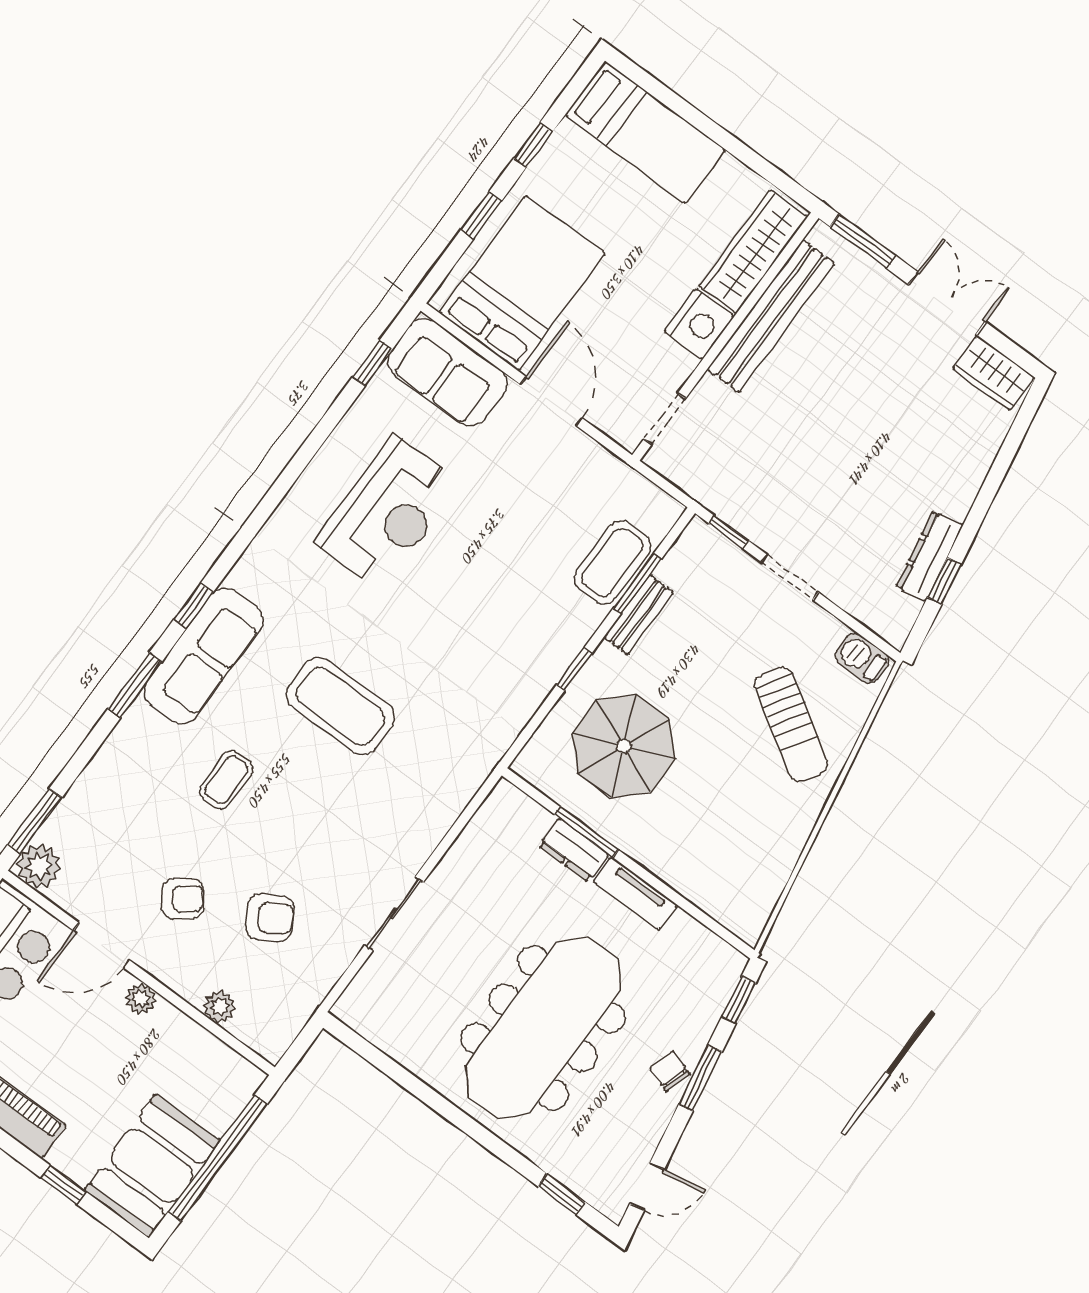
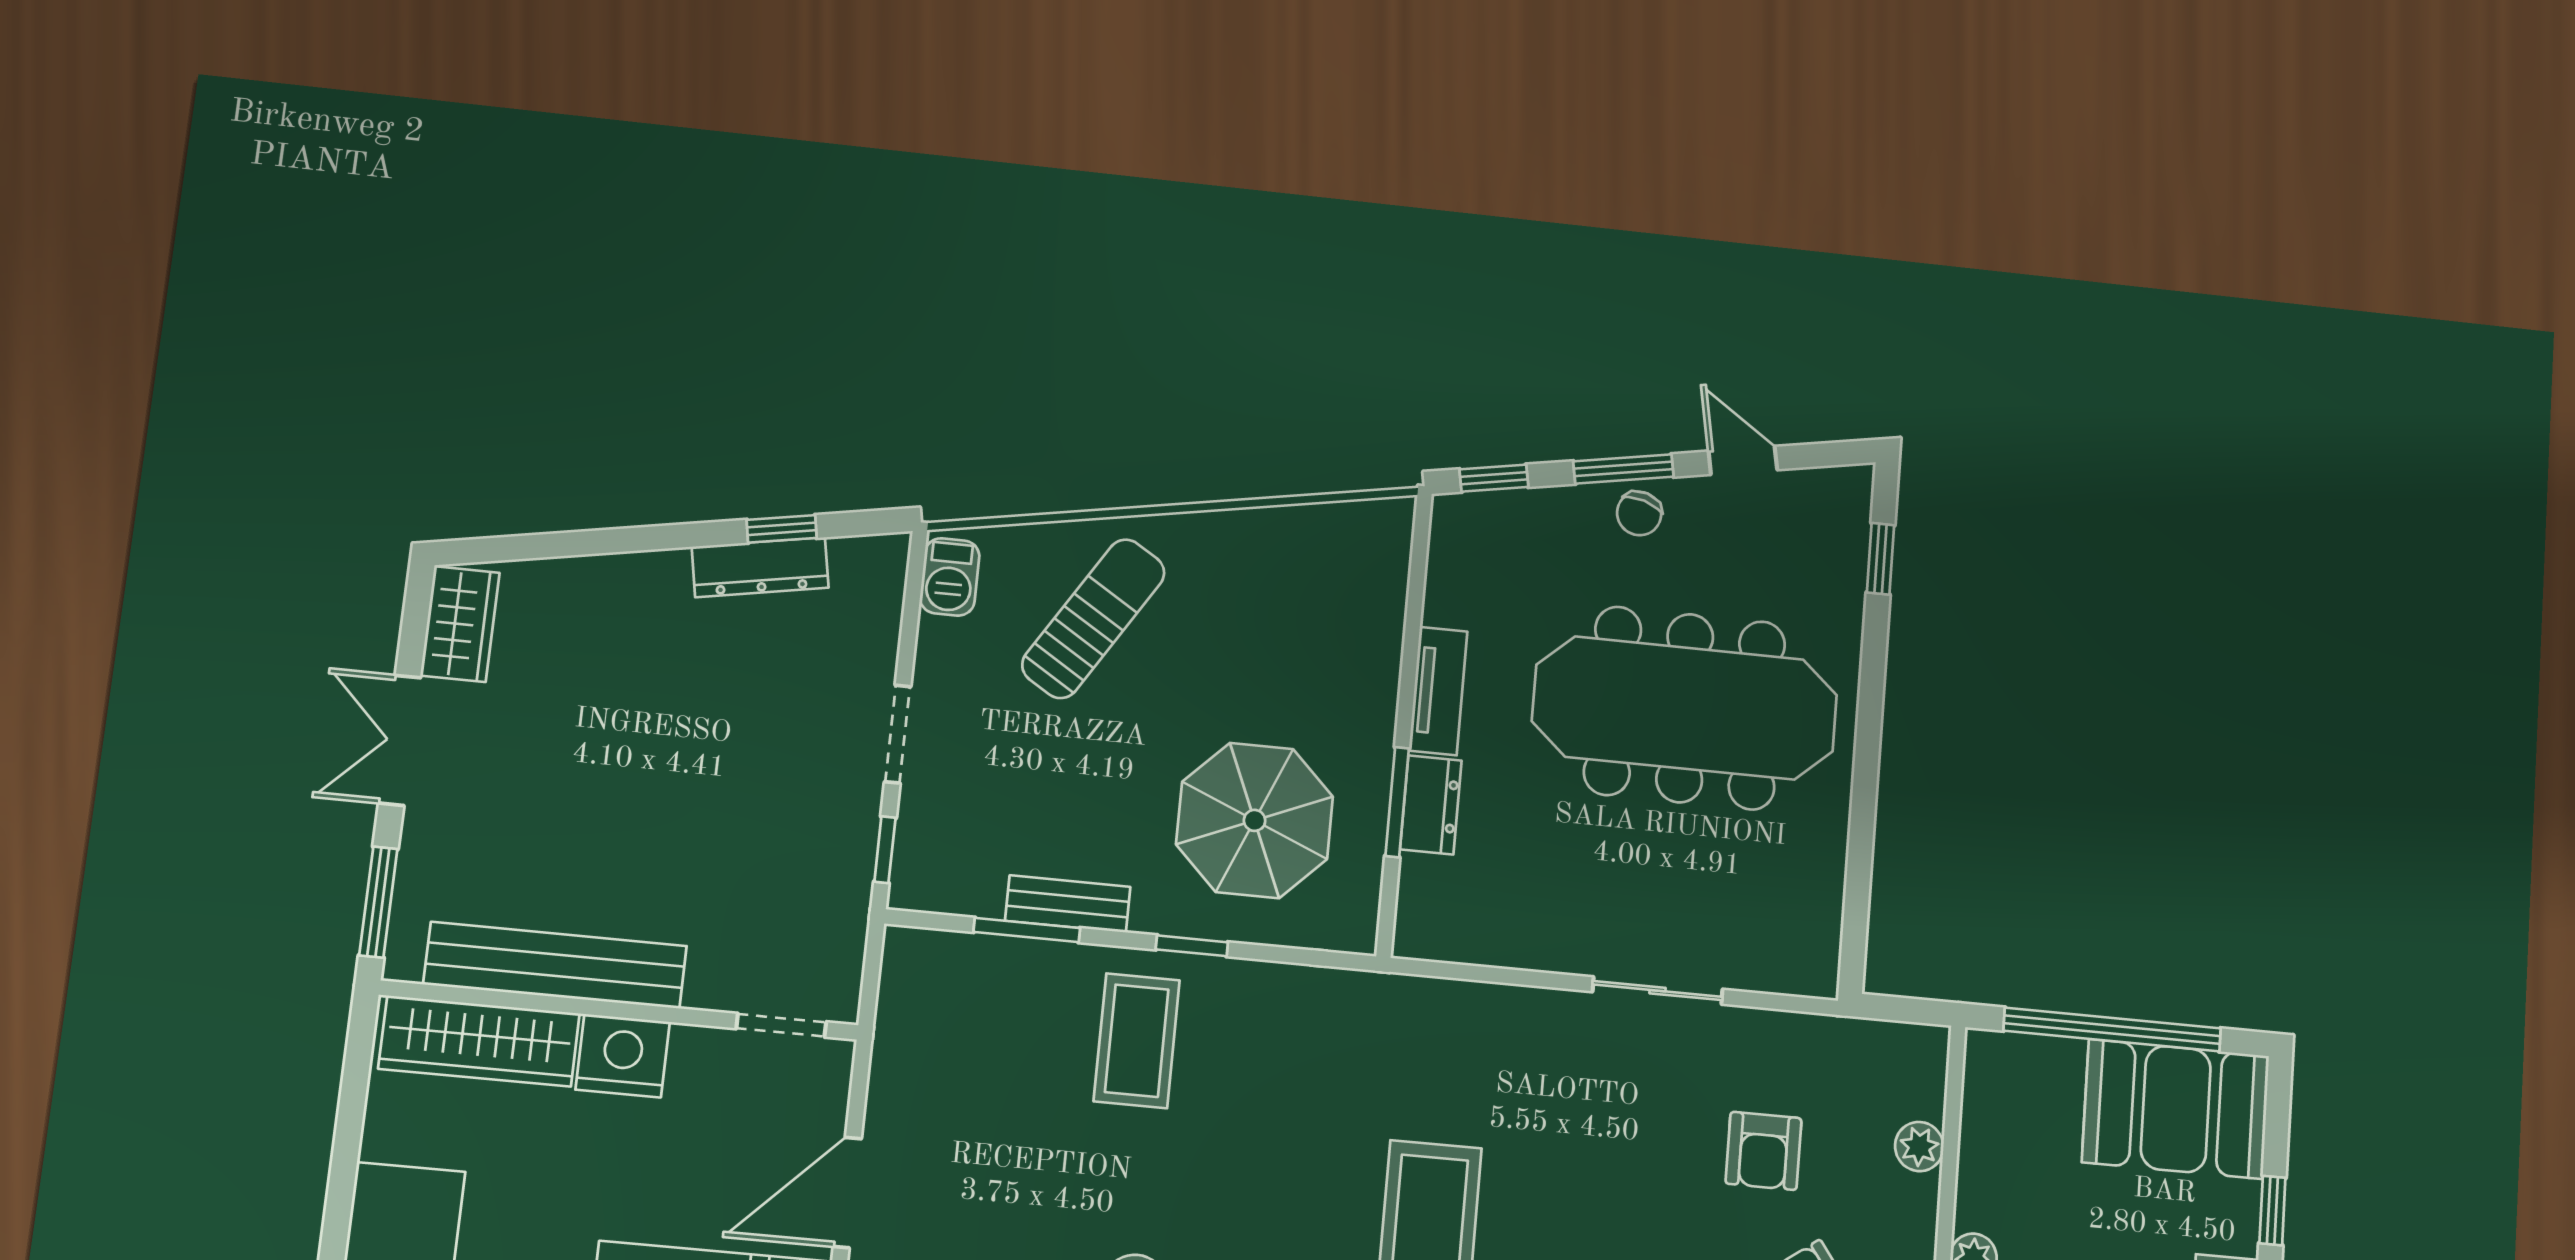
coffee table: (612, 562) -> (1137, 1041), moved, turned 90
armchair: (270, 918) -> (1763, 1151), turned -150
door: (647, 1187) -> (1743, 460), moved

